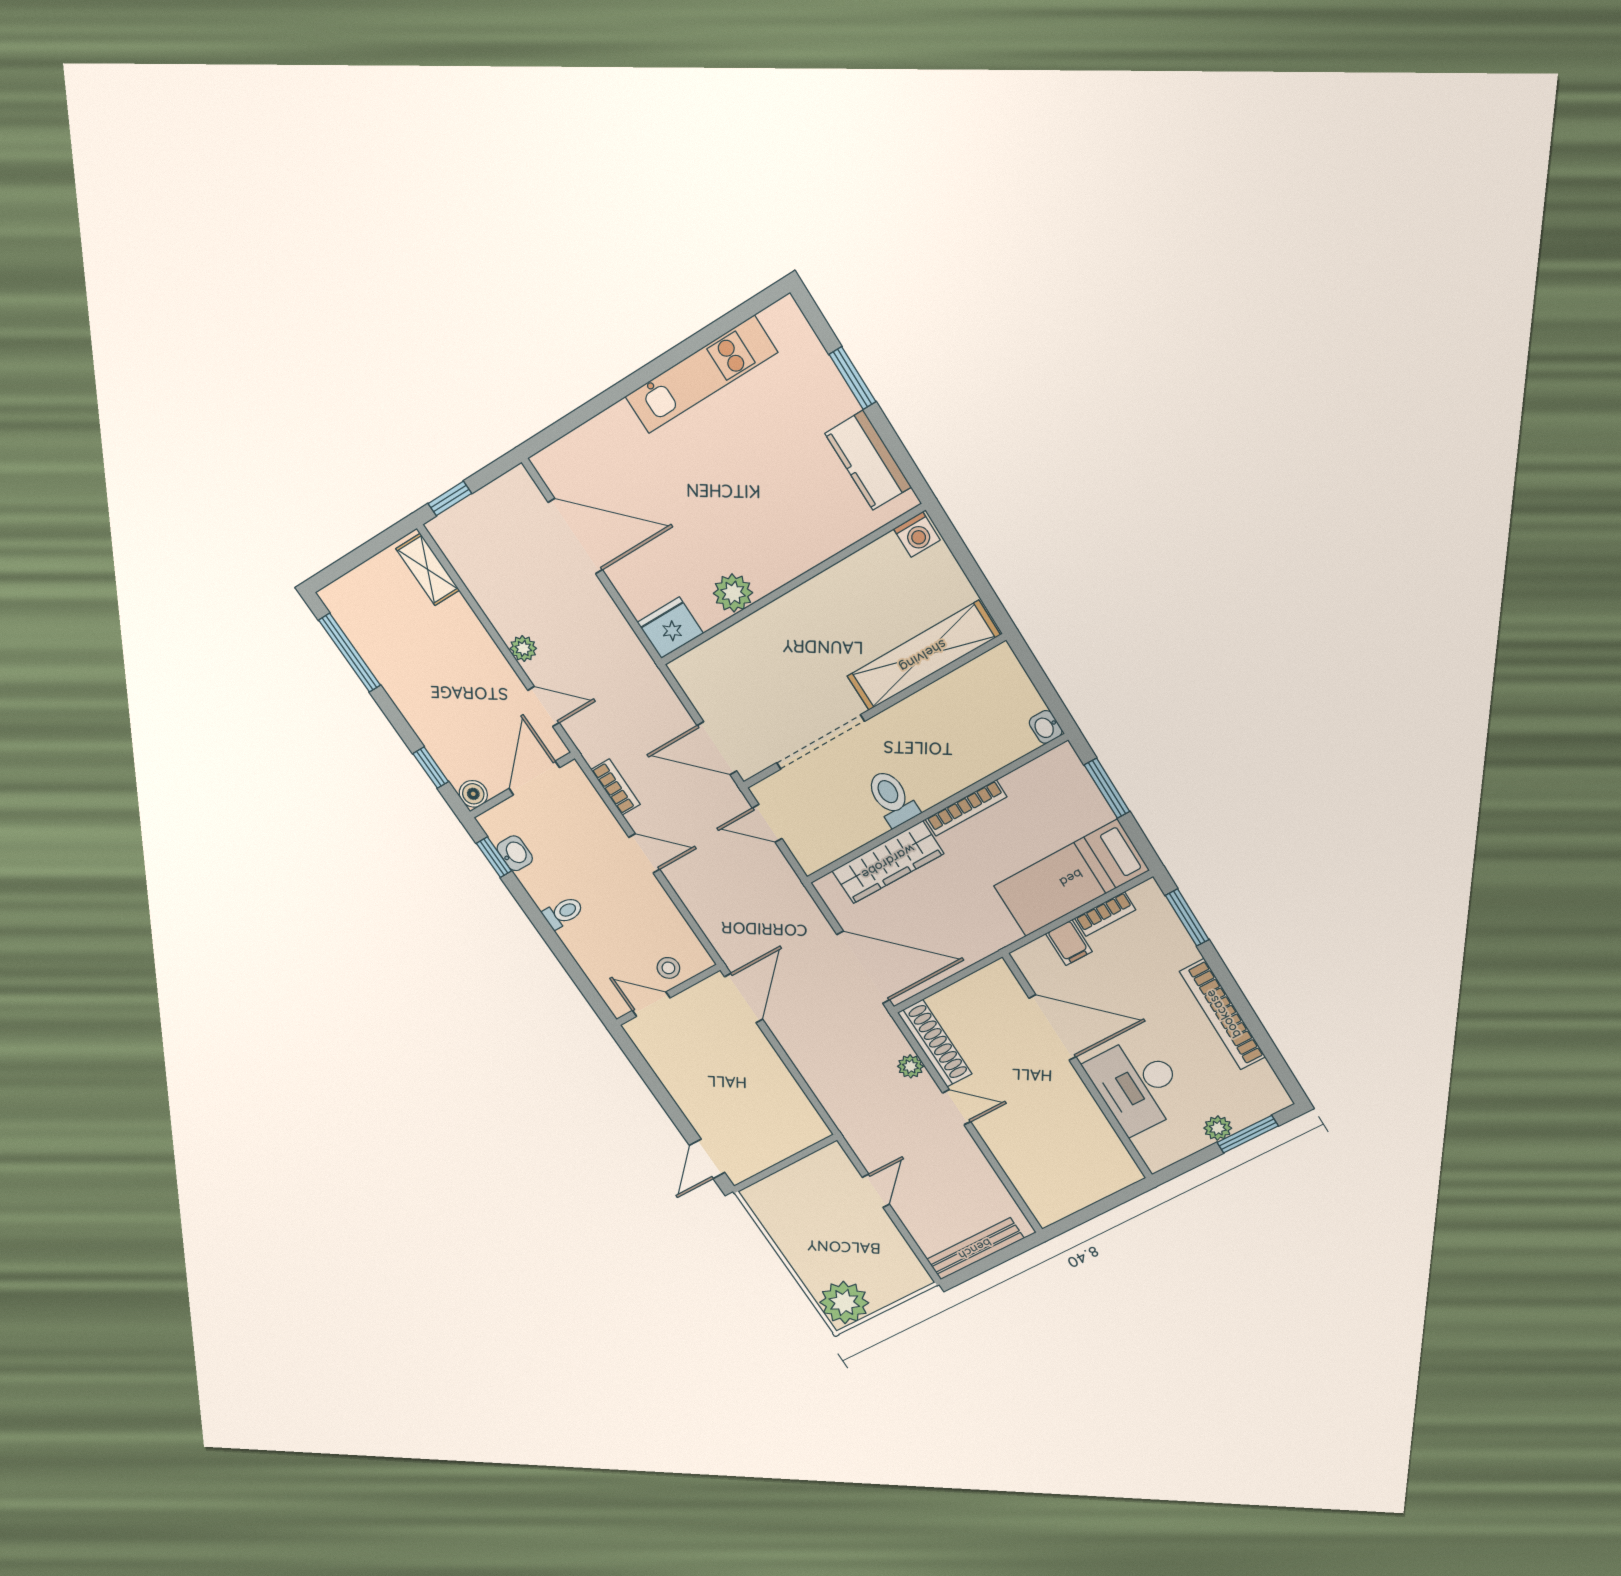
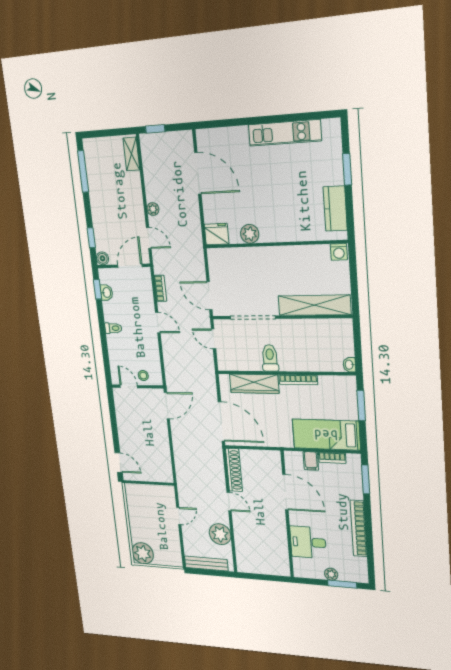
plant: (910, 1066) -> (220, 534), moved, width x1.87, depth x1.87
desk: (1137, 1085) -> (308, 542), width x0.73
door: (707, 1159) -> (119, 463), swing flipped

